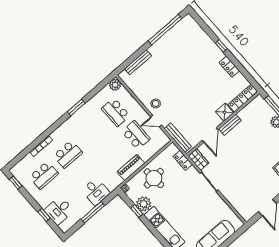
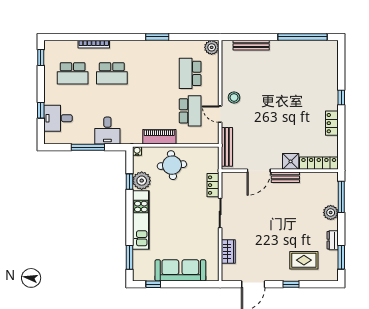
wardrobe: (198, 159) -> (228, 251), moved
locker: (183, 160) -> (213, 185), moved

